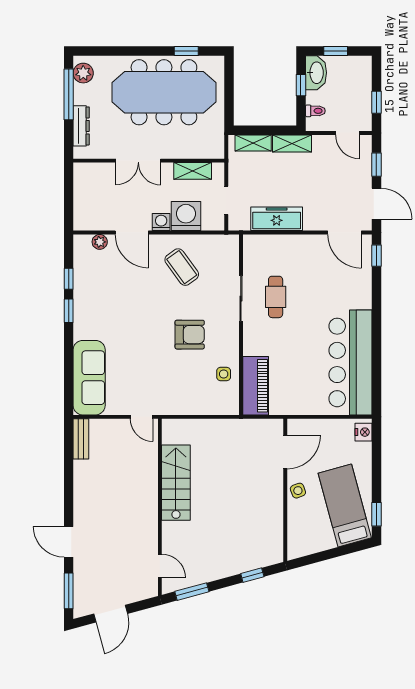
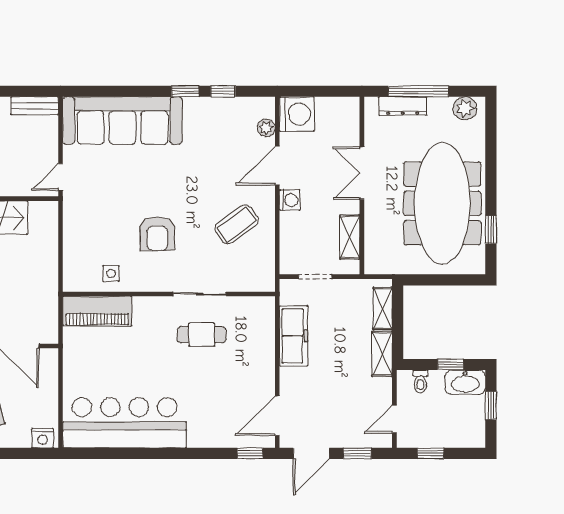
window: (69, 94) -> (418, 91), moved
washing machine: (186, 216) -> (297, 114), moved
sofa: (89, 378) -> (122, 120), width x1.36, depth x1.27

